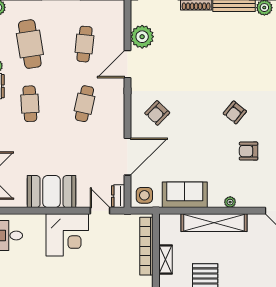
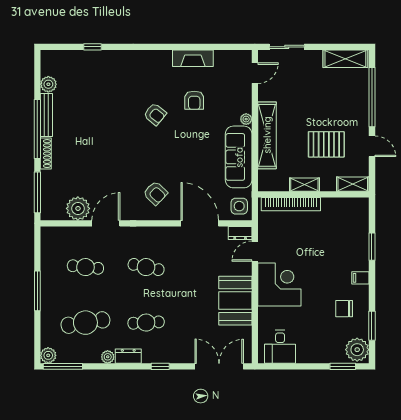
door: (128, 64) -> (106, 223), swing flipped
sofa: (185, 195) -> (239, 157), width x1.36

